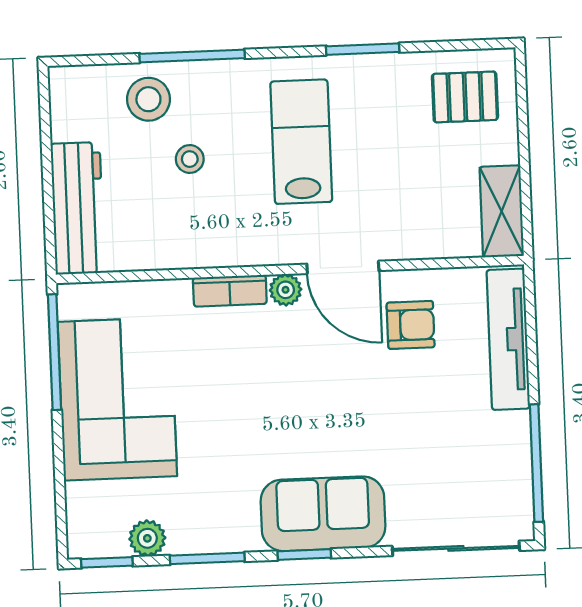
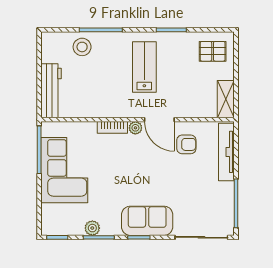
stool: (190, 159) -> (98, 72), removed
plant: (147, 538) -> (92, 228), moved

